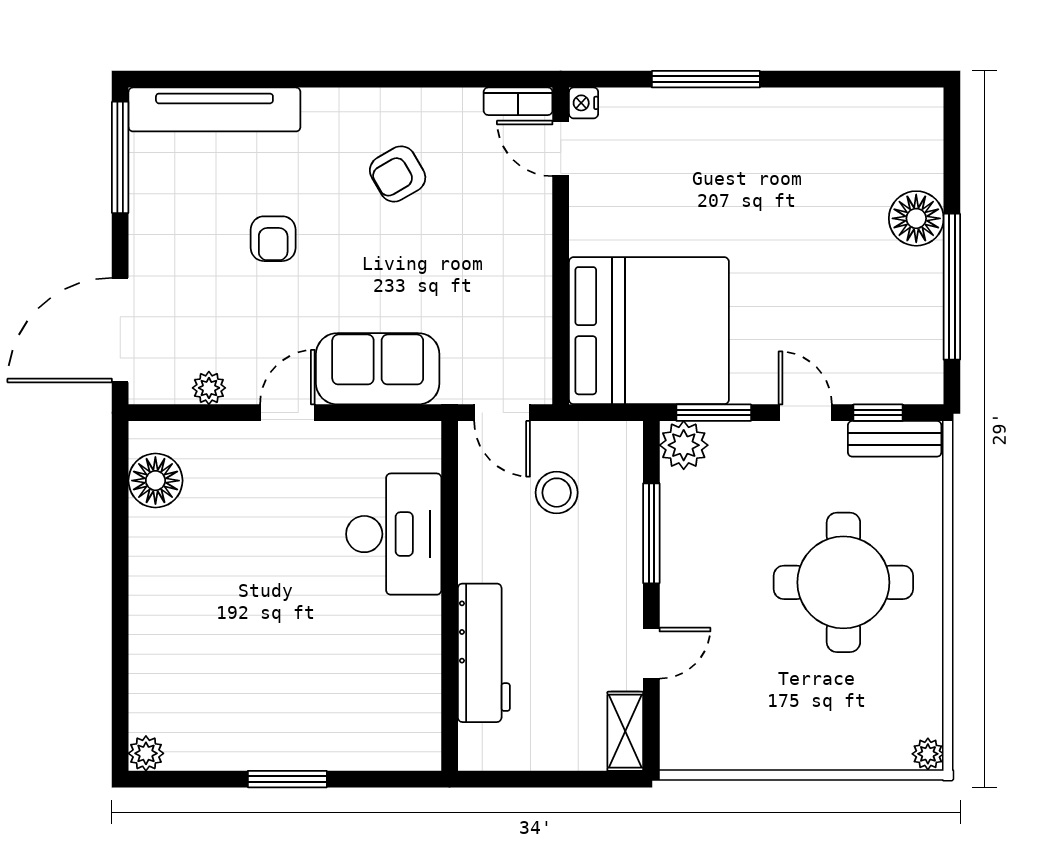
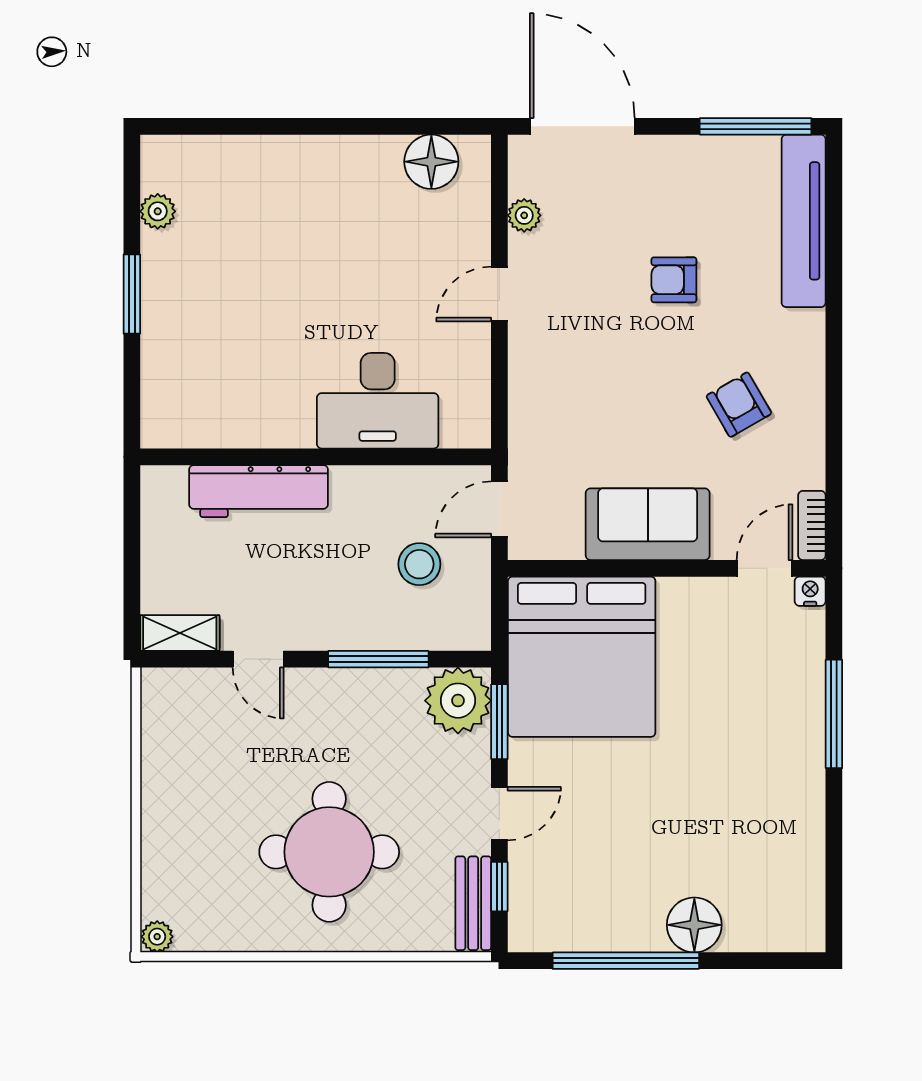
sofa: (378, 369) -> (648, 524), moved, turned -90
door: (287, 413) -> (499, 294), swing flipped
plant: (684, 445) -> (458, 701), width x1.36, depth x1.36
plant: (146, 753) -> (158, 211), moved

